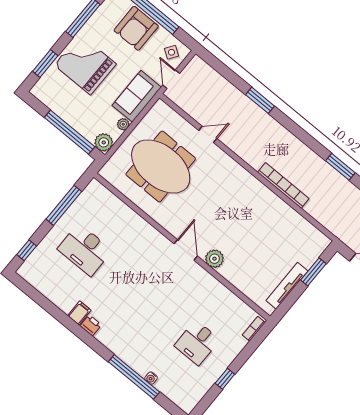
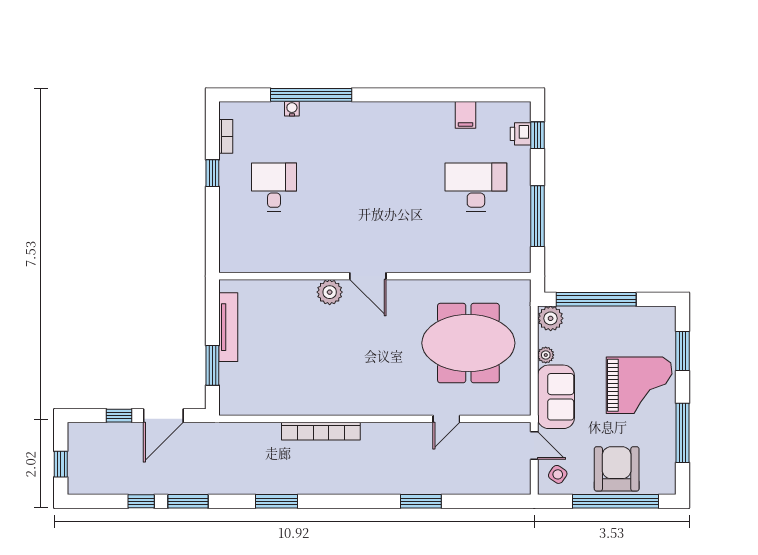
filing cabinet: (79, 313) -> (465, 115), moved
printer: (91, 325) -> (521, 134), moved, turned 90
bookcase: (254, 329) -> (226, 136), moved

